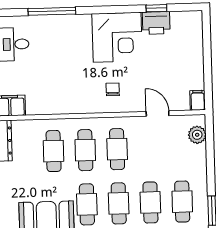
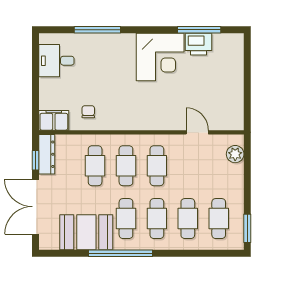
window: (156, 8) -> (199, 30), width x2.17
chair: (113, 89) -> (88, 112), moved
filing cabinet: (198, 100) -> (237, 121), removed

